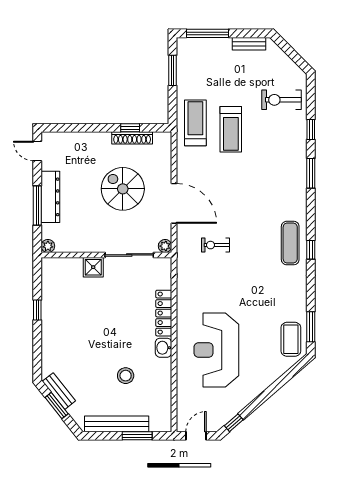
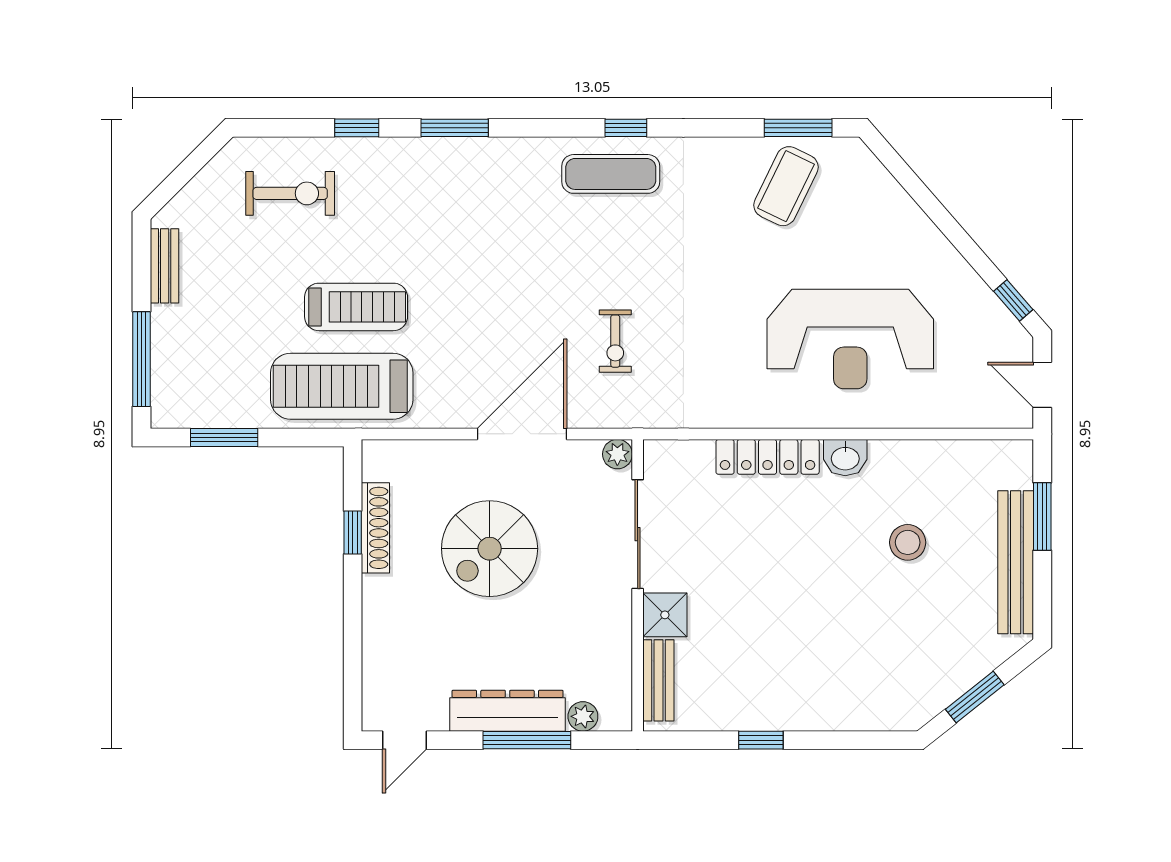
exercise bike: (281, 100) -> (290, 193), turned -90
treadmill: (195, 123) -> (342, 386), width x1.37, depth x1.37
plant: (48, 246) -> (583, 716), moved
coffee table: (291, 339) -> (786, 186), moved, turned -64
bench: (59, 391) -> (658, 680), moved, turned -52

